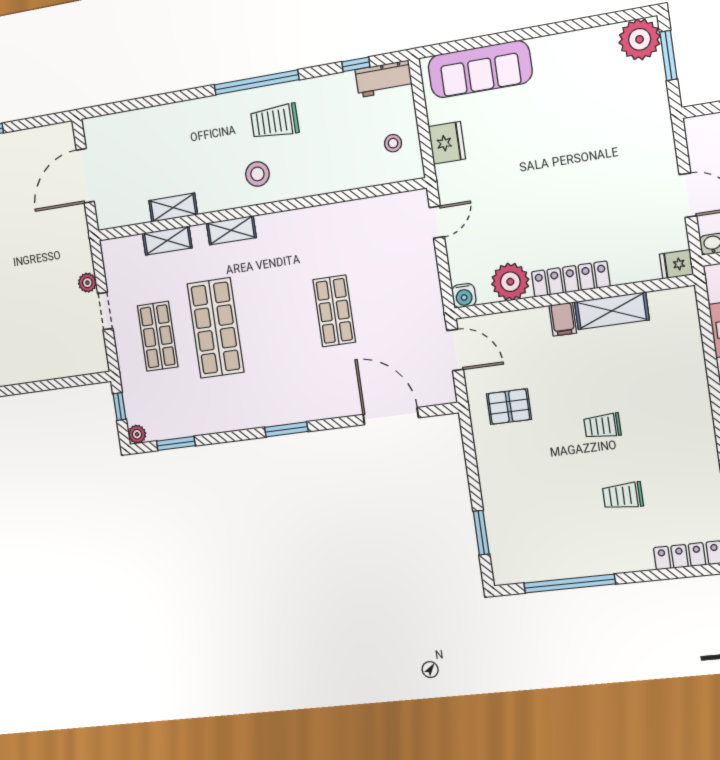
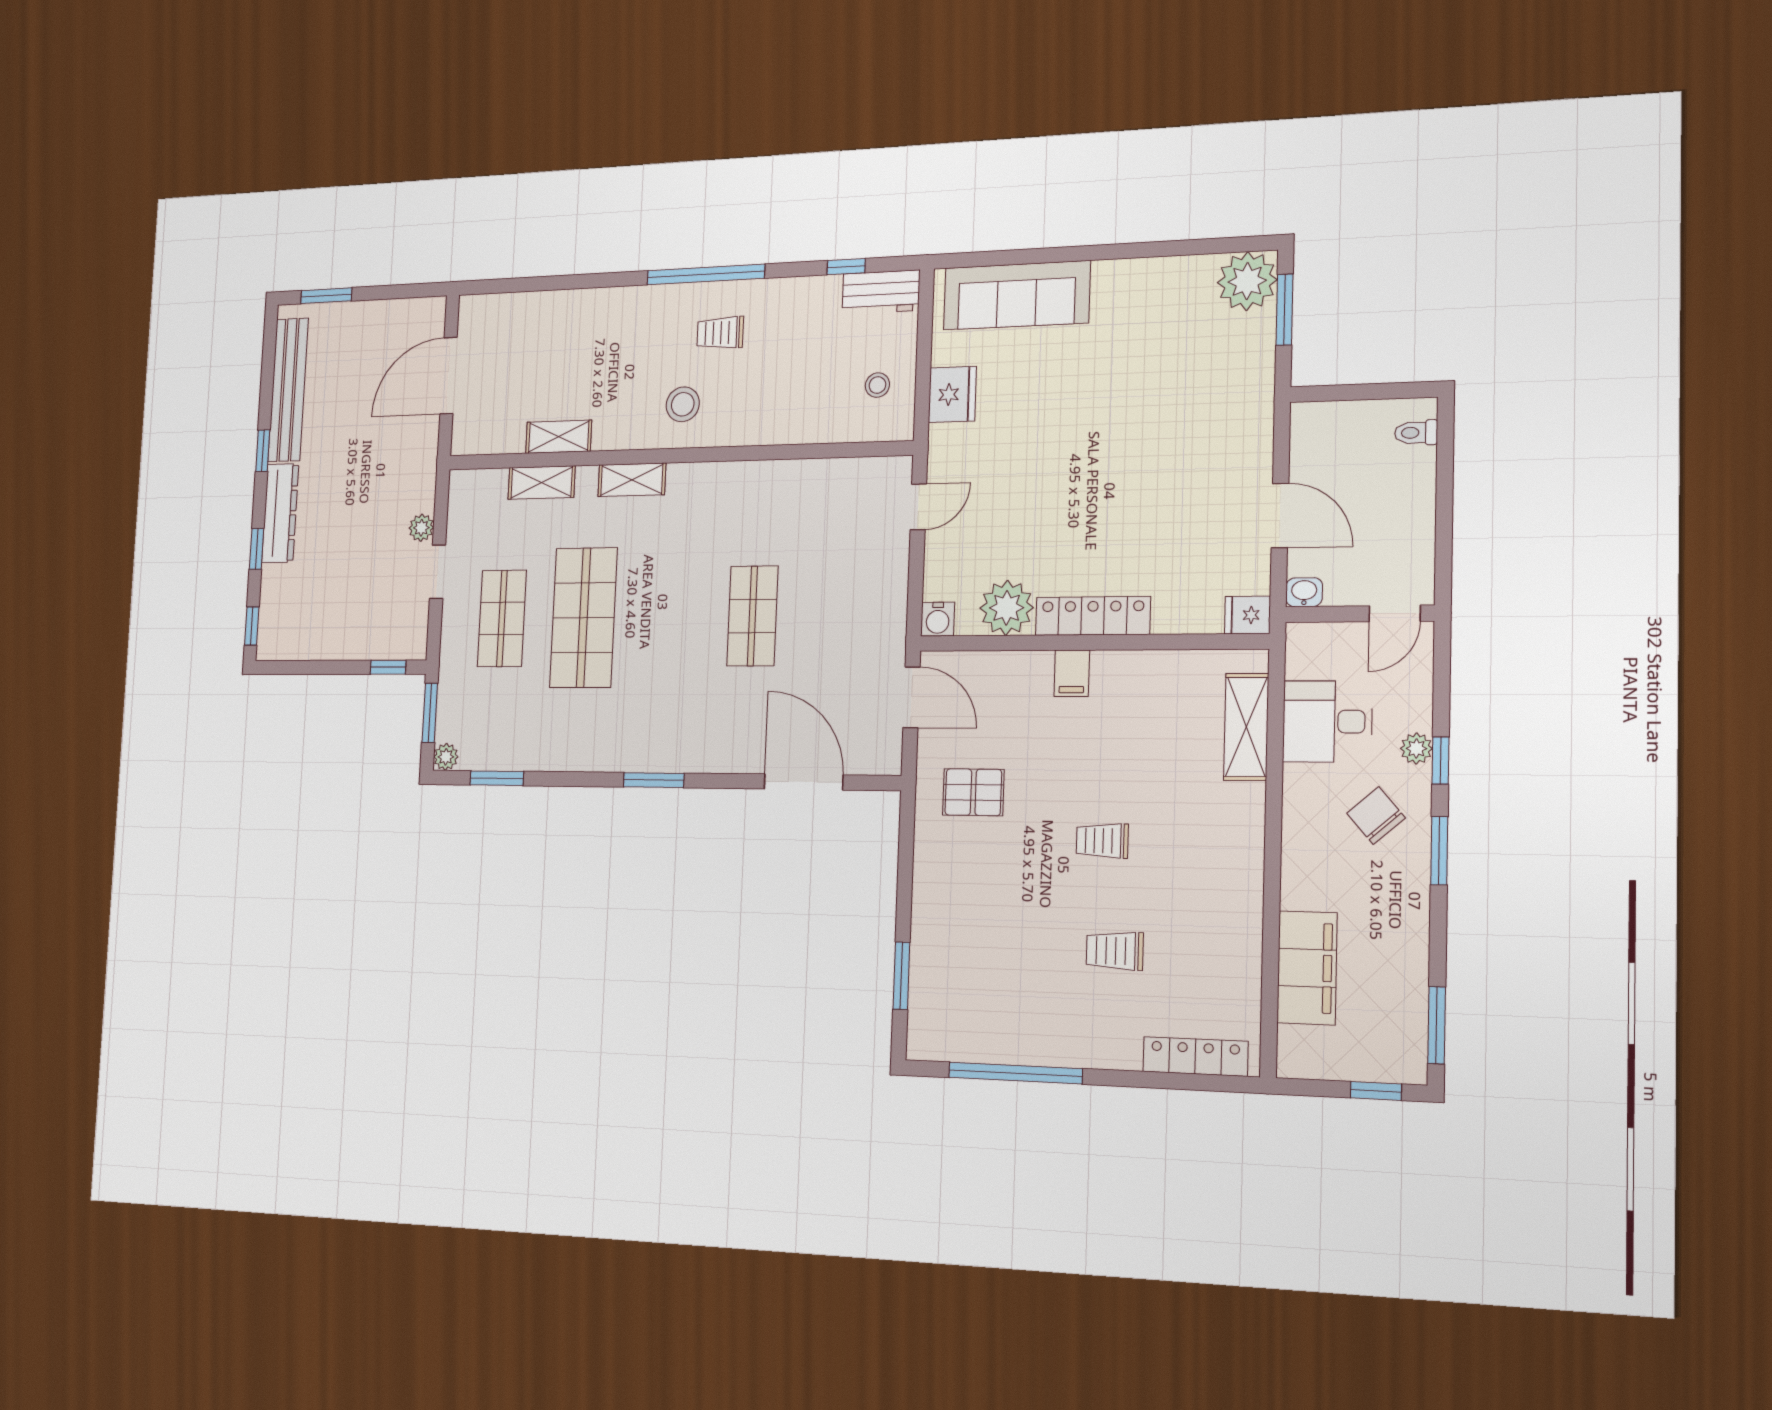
trolley: (275, 121) -> (720, 333), width x0.73, depth x0.72
shelving: (612, 311) -> (1246, 727), moved, turned 90
window: (83, 380) -> (388, 667), added
window: (120, 406) -> (430, 713), width x1.50

